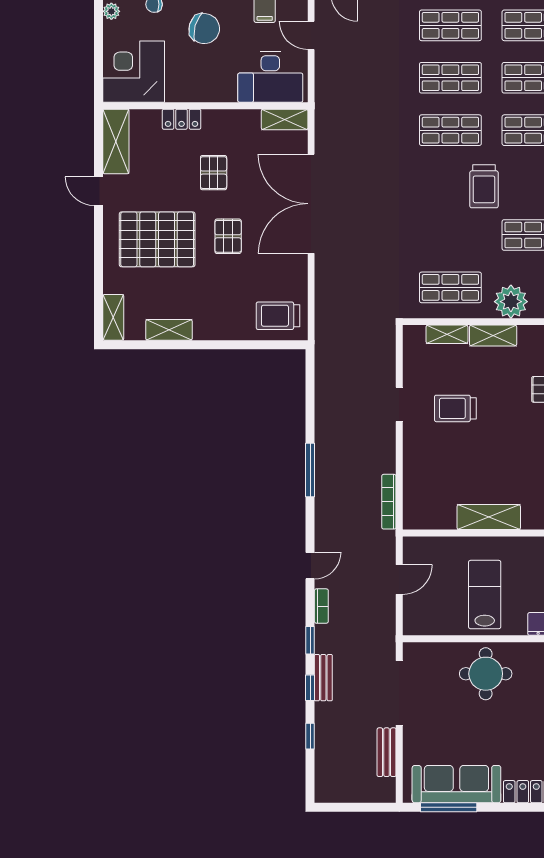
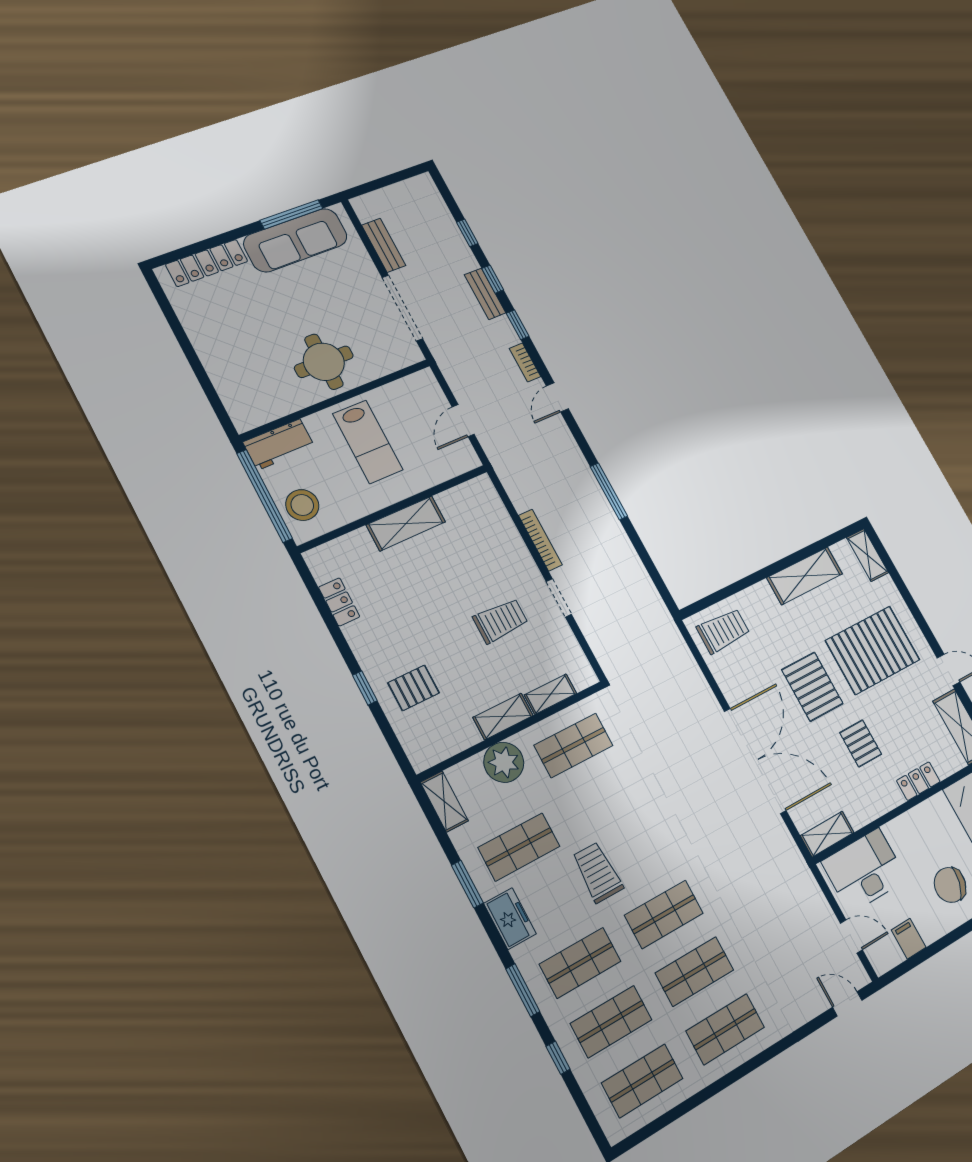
pallet: (228, 236) -> (812, 687), width x1.50, depth x1.42
shelving: (169, 330) -> (805, 576), width x1.50, depth x1.33
bookcase: (389, 502) -> (540, 540), moved

